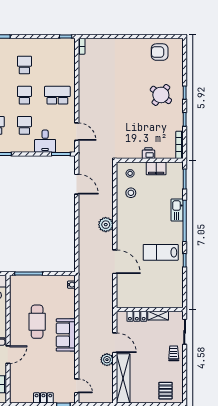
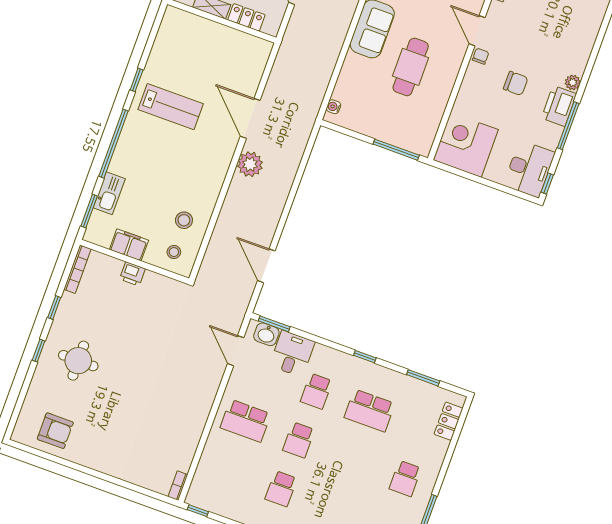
round table: (161, 95) -> (78, 361), turned -37
washbasin: (63, 147) -> (266, 334), added
kitchen sink: (177, 210) -> (109, 193), moved
plant: (106, 225) -> (250, 164), moved
door: (8, 355) -> (477, 31), hinge flipped

